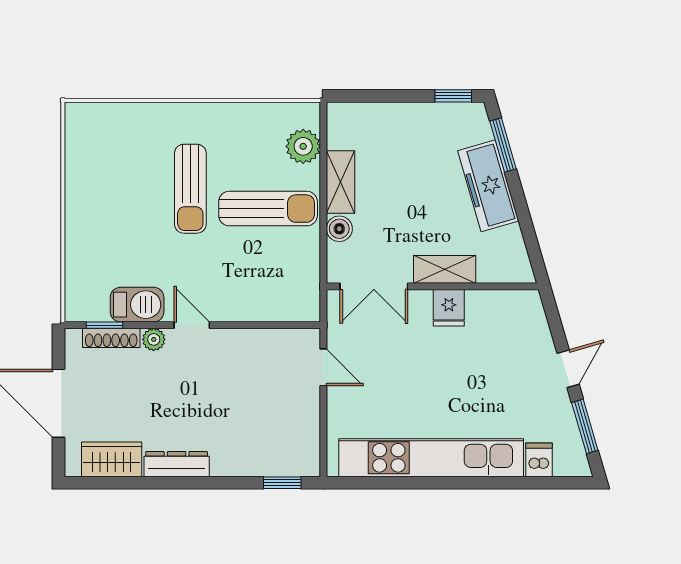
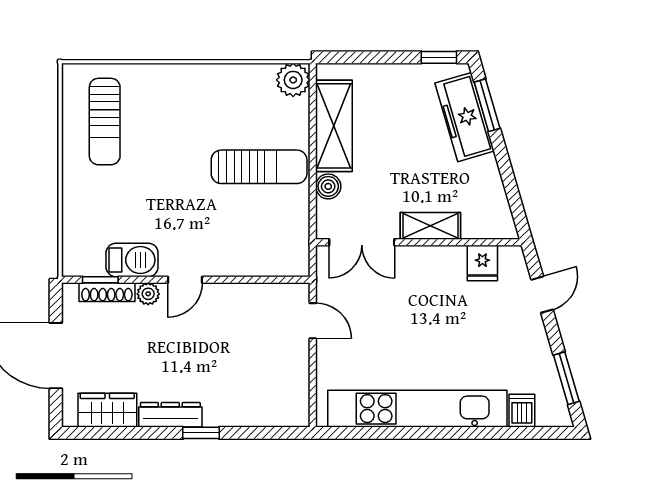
plant: (303, 146) -> (293, 80), moved
shelving: (340, 182) -> (334, 126), width x1.50, depth x1.33
freezer: (488, 186) -> (465, 117), moved
sun lounger: (190, 189) -> (105, 122), moved
fridge: (449, 308) -> (482, 263), moved
door: (192, 325) -> (185, 280), swing flipped
door: (568, 369) -> (542, 295), moved
window: (282, 483) -> (201, 433), moved

